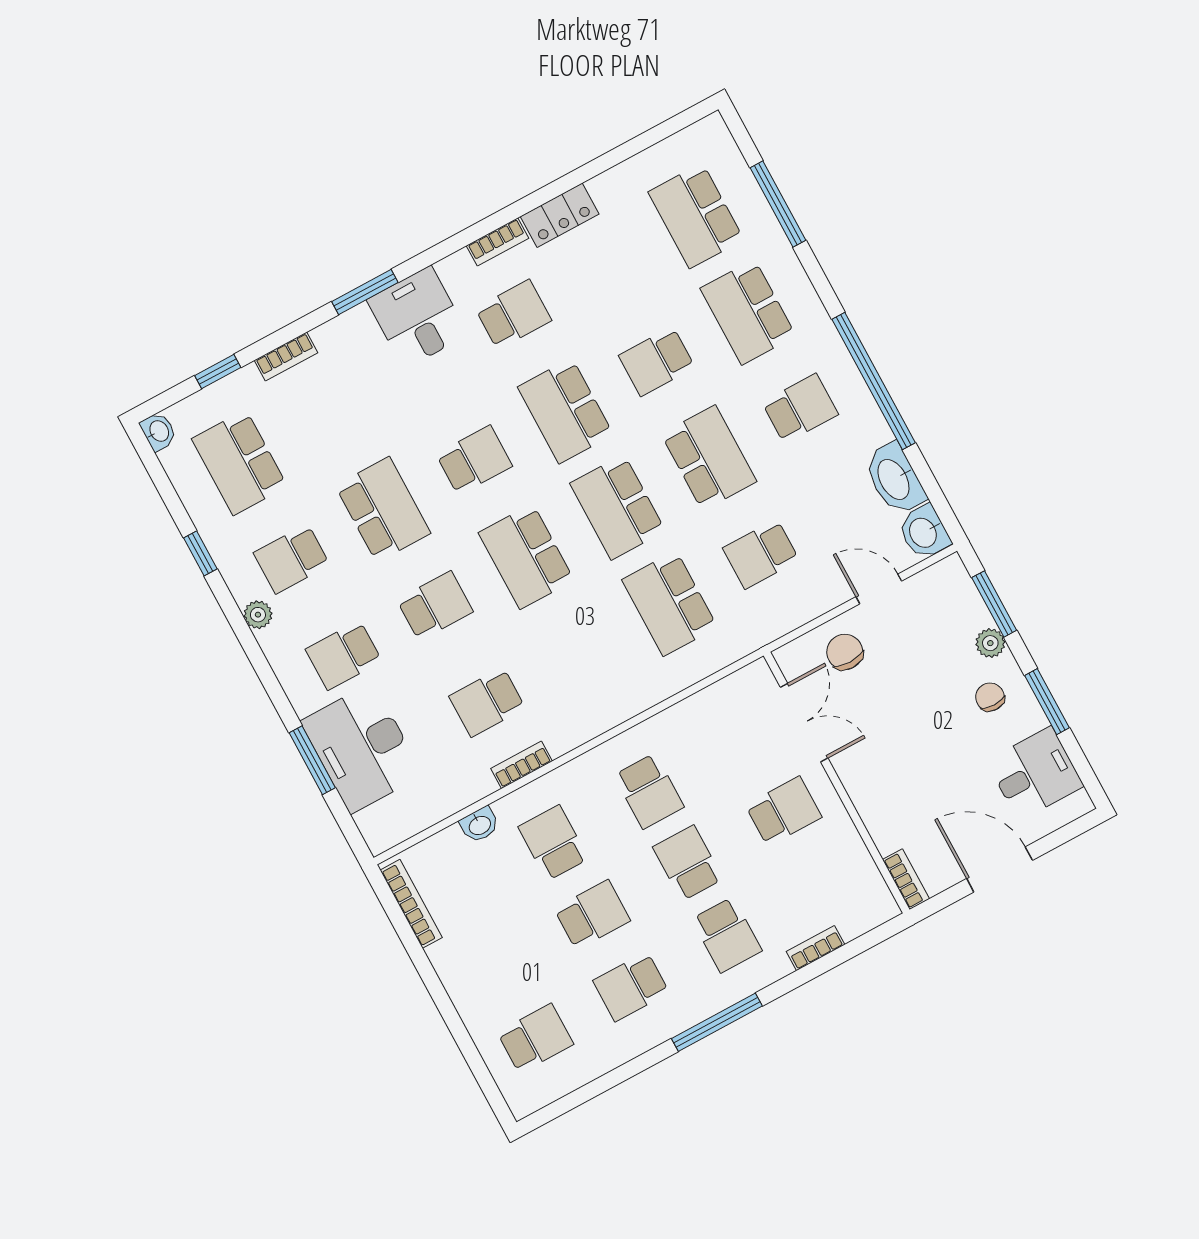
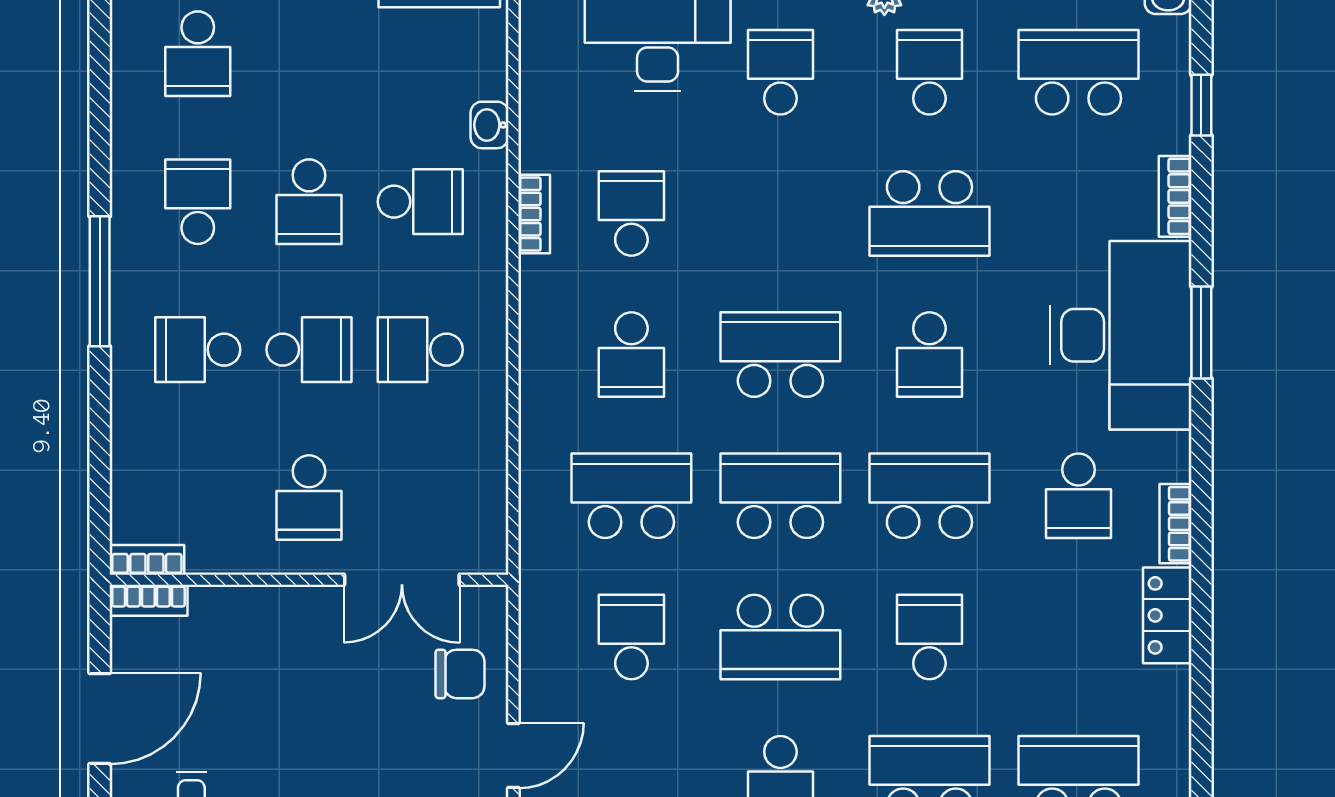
desk: (418, 317) -> (1121, 335), width x1.87, depth x1.30
school desk: (435, 606) -> (631, 355), moved
bookcase: (816, 948) -> (147, 560), moved, turned -90

